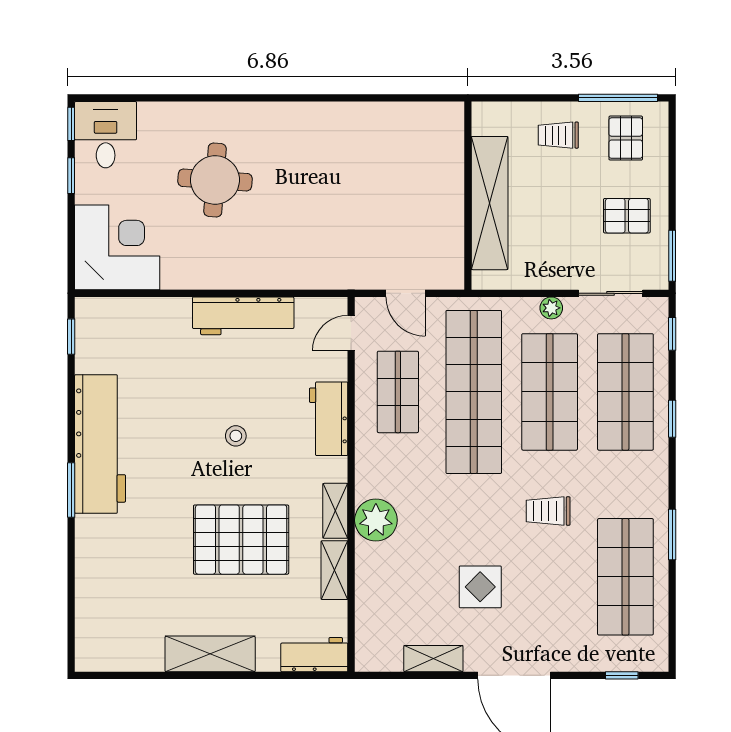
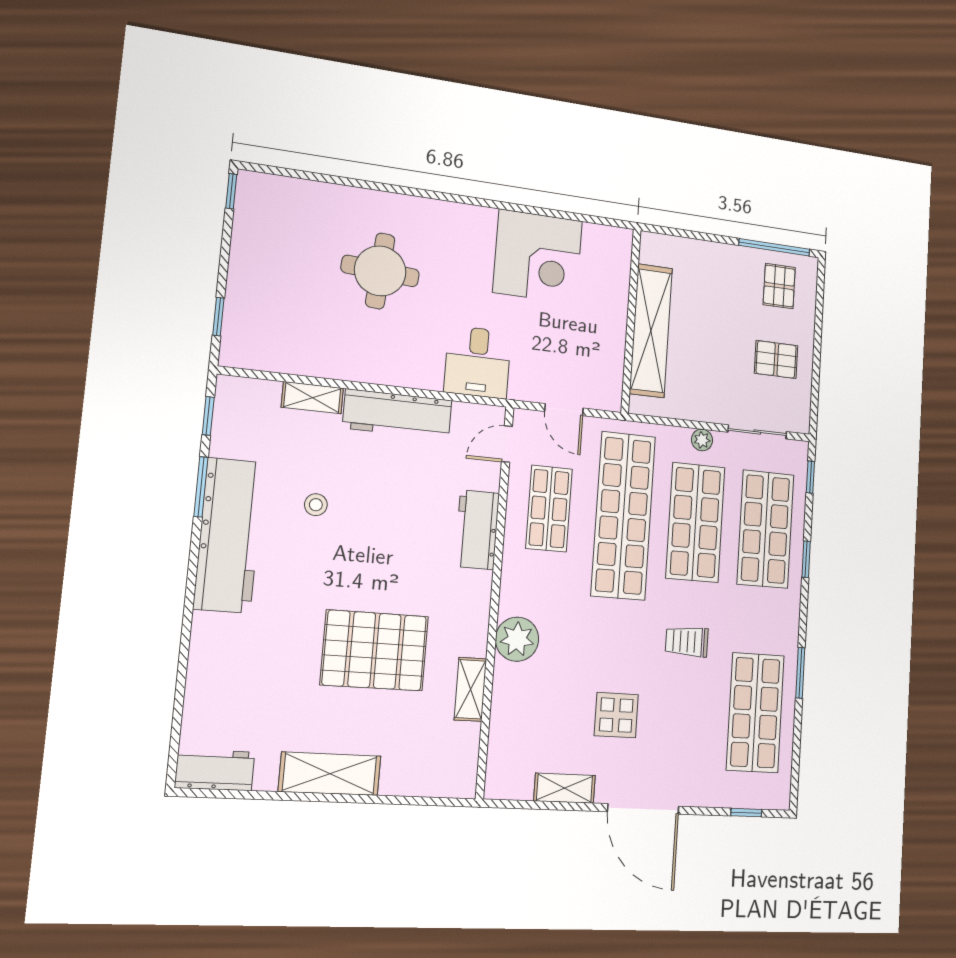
desk: (106, 135) -> (478, 362), moved, turned 180
trolley: (558, 135) -> (719, 274), removed
window: (71, 176) -> (218, 317), moved
corner desk: (117, 247) -> (538, 257), moved, turned 90
window: (672, 256) -> (814, 403), removed
stool: (236, 436) -> (316, 505), moved
window: (71, 490) -> (201, 487), moved
shelving: (335, 511) -> (312, 398), moved, turned 90
workbench: (314, 655) -> (215, 770), moved

